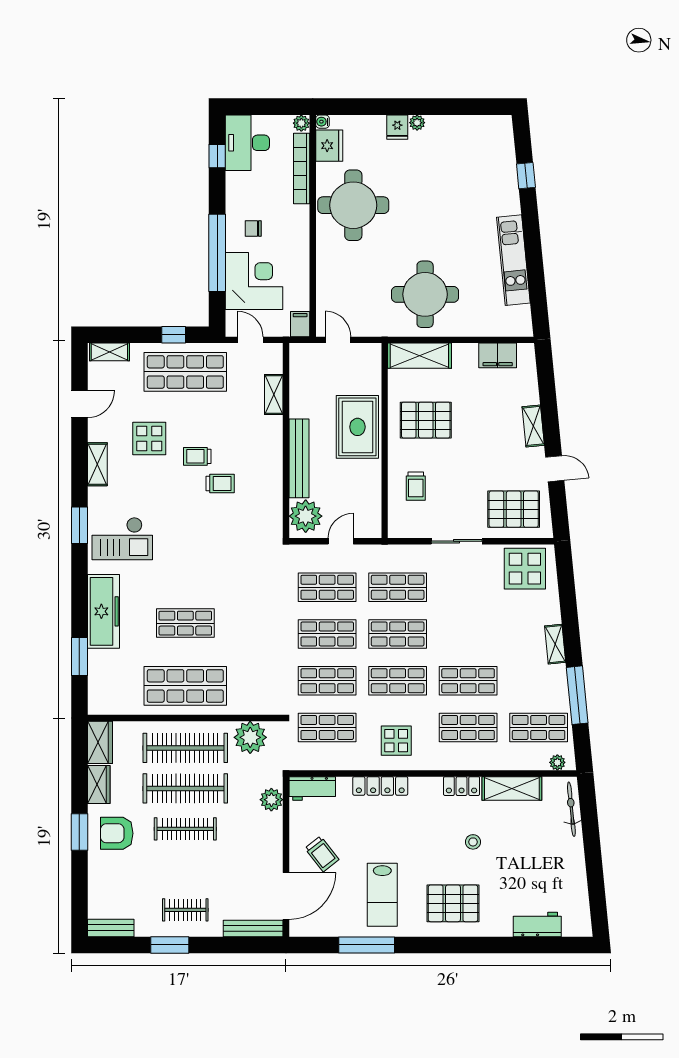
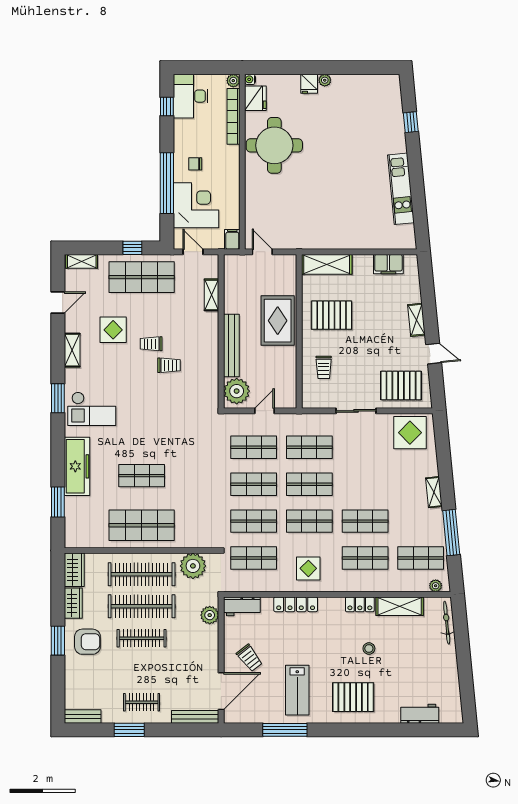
round table: (425, 294) -> (331, 216), removed
armchair: (117, 833) -> (87, 642), turned 180

